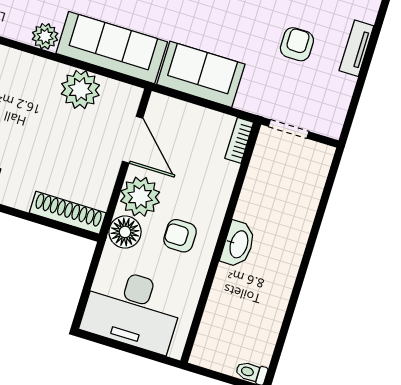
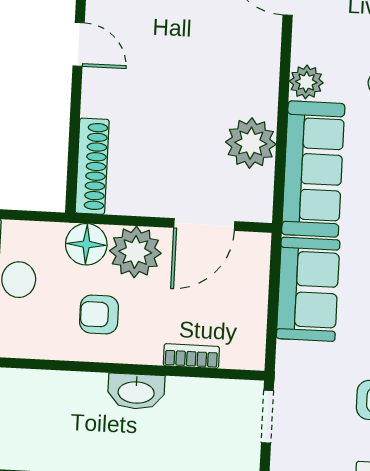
bookcase: (239, 140) -> (191, 356), moved
armchair: (180, 236) -> (99, 314), turned -90
washbasin: (238, 244) -> (136, 391), moved

